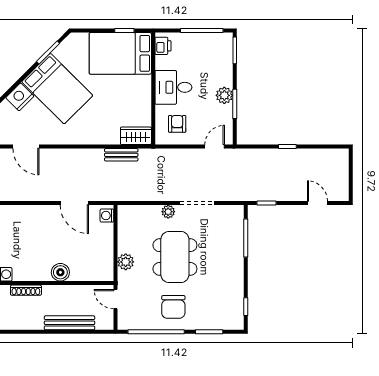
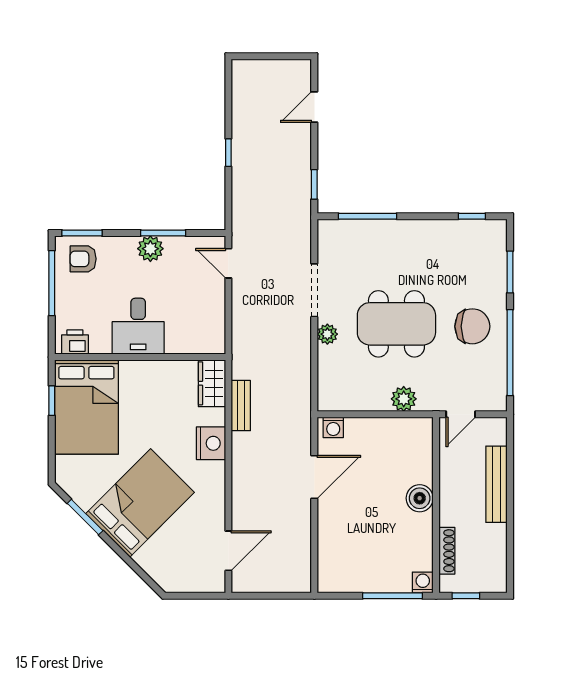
nightstand: (20, 97) -> (211, 443), moved, turned -135
armchair: (177, 124) -> (83, 259), moved

